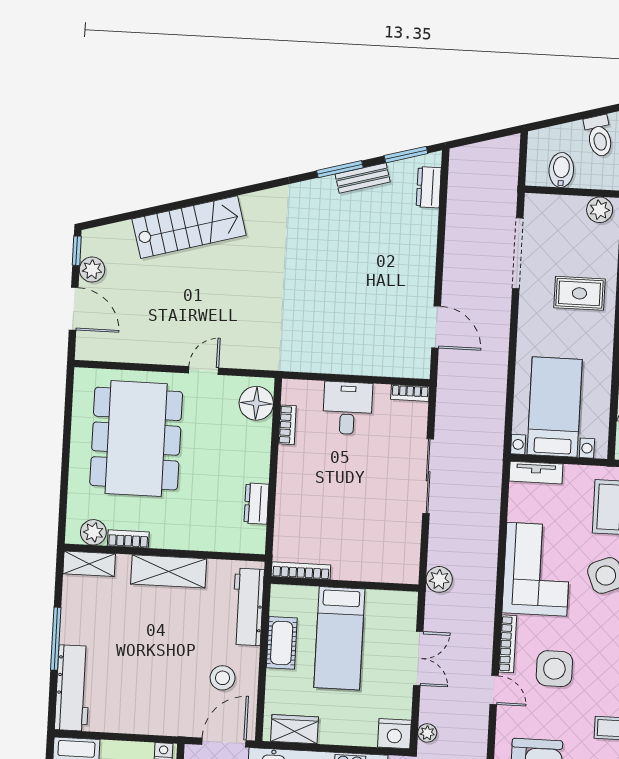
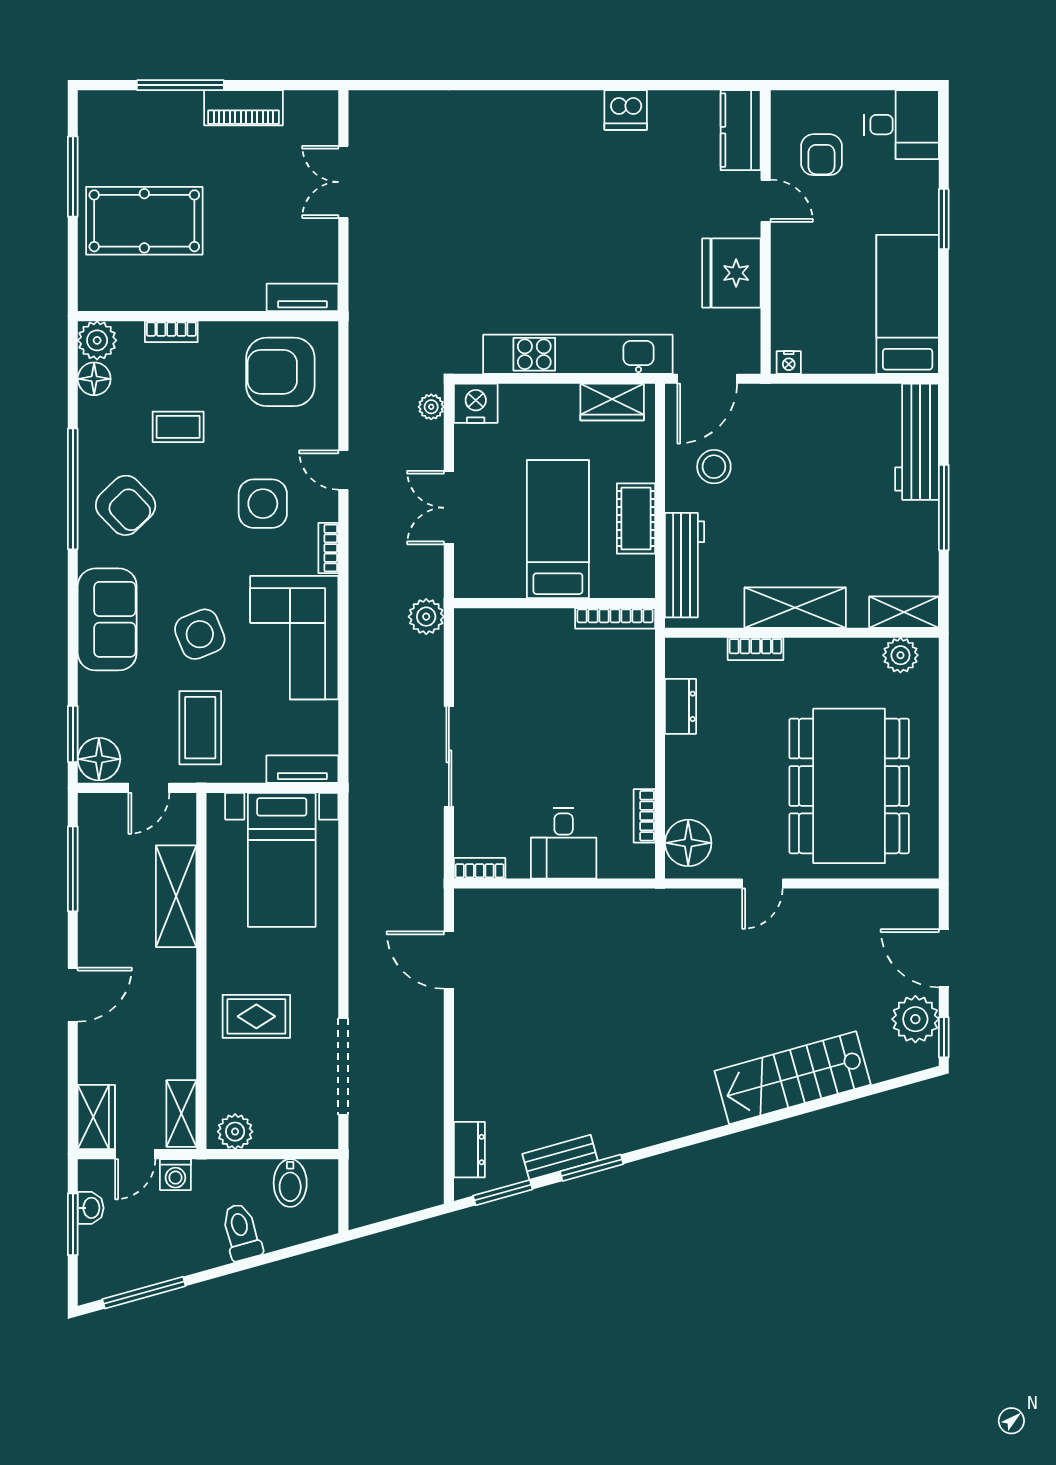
plant: (92, 270) -> (915, 1019), width x1.36, depth x1.36
bookcase: (128, 539) -> (756, 649), moved
bookcase: (508, 644) -> (328, 548), width x0.64

